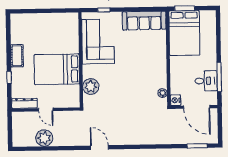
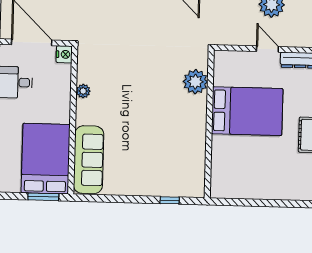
sofa: (144, 21) -> (89, 160), moved, turned 90
corner sofa: (98, 42) -> (181, 151), removed
plant: (163, 93) -> (83, 91), moved

